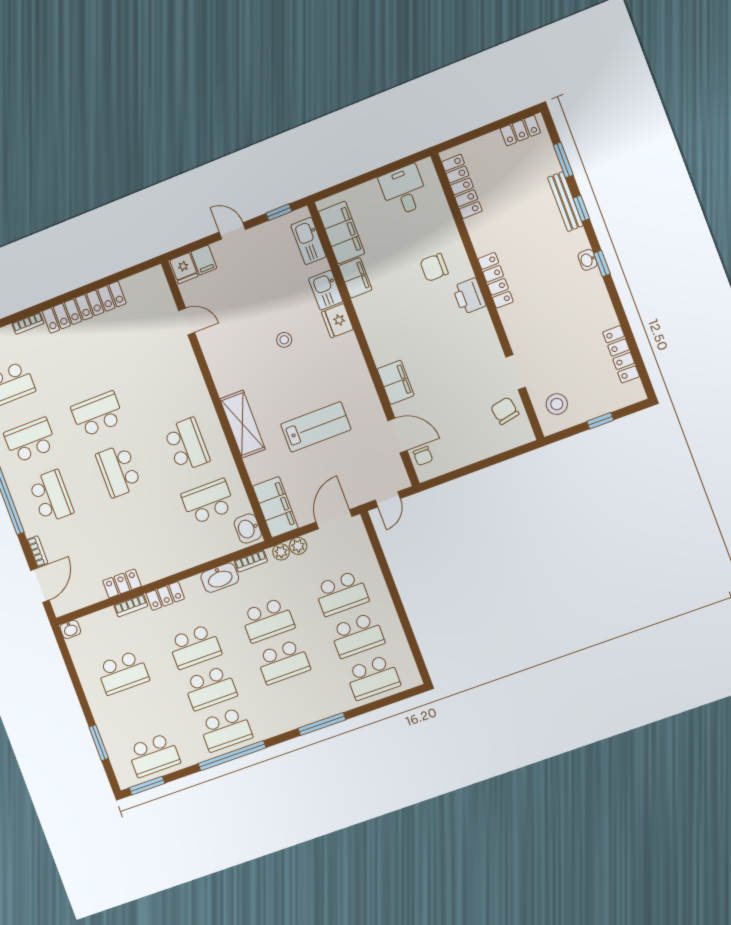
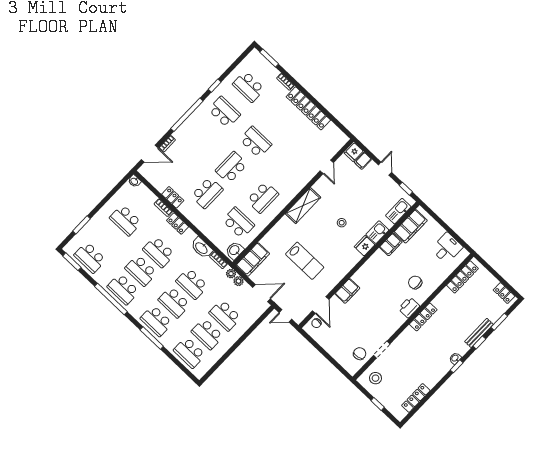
shelving: (243, 424) -> (303, 206), moved
school desk: (51, 496) -> (207, 193), moved
school desk: (299, 704) -> (156, 321), added

